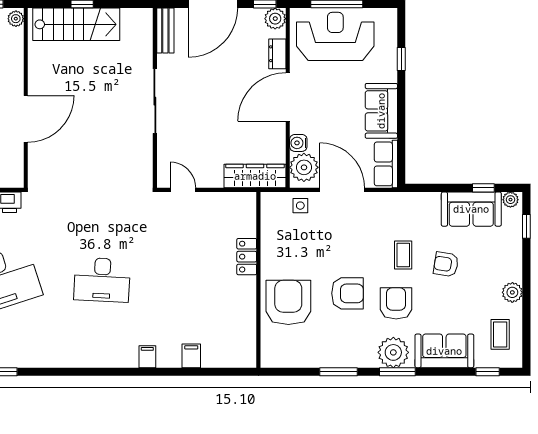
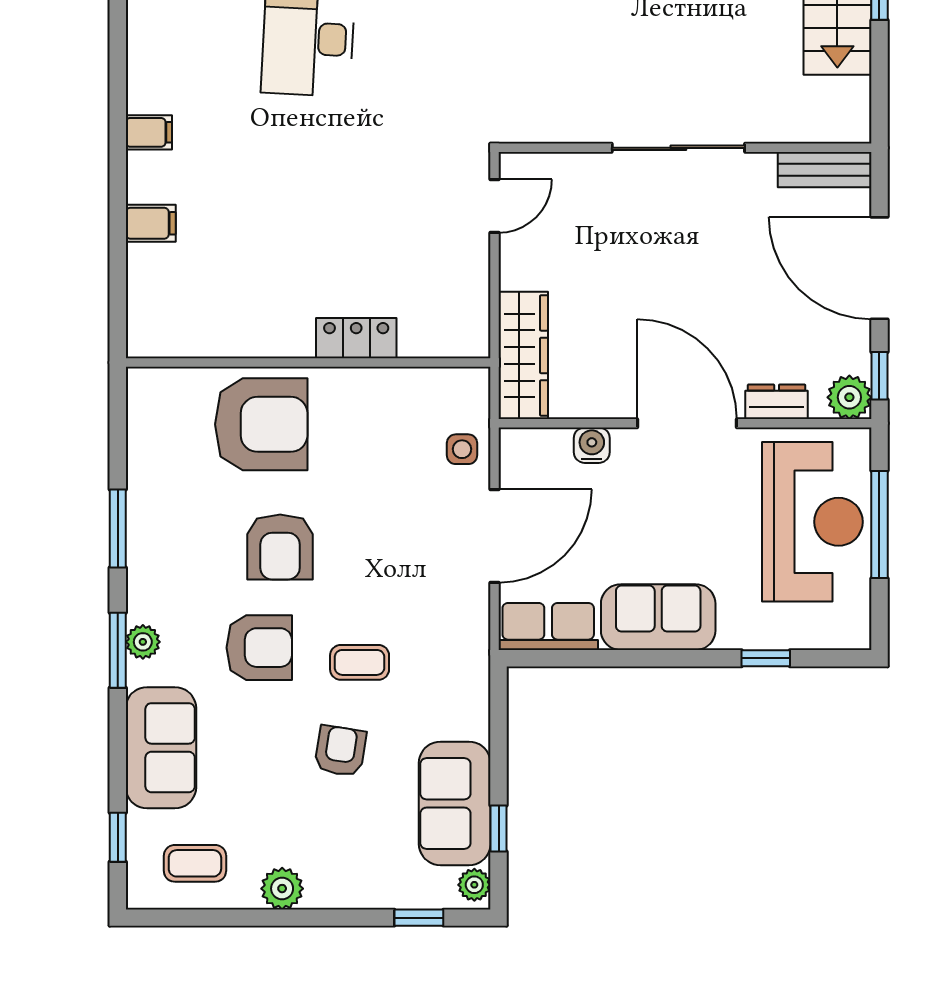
plant: (304, 167) -> (541, 457), removed
plant: (393, 352) -> (143, 642), width x0.53, depth x0.53

